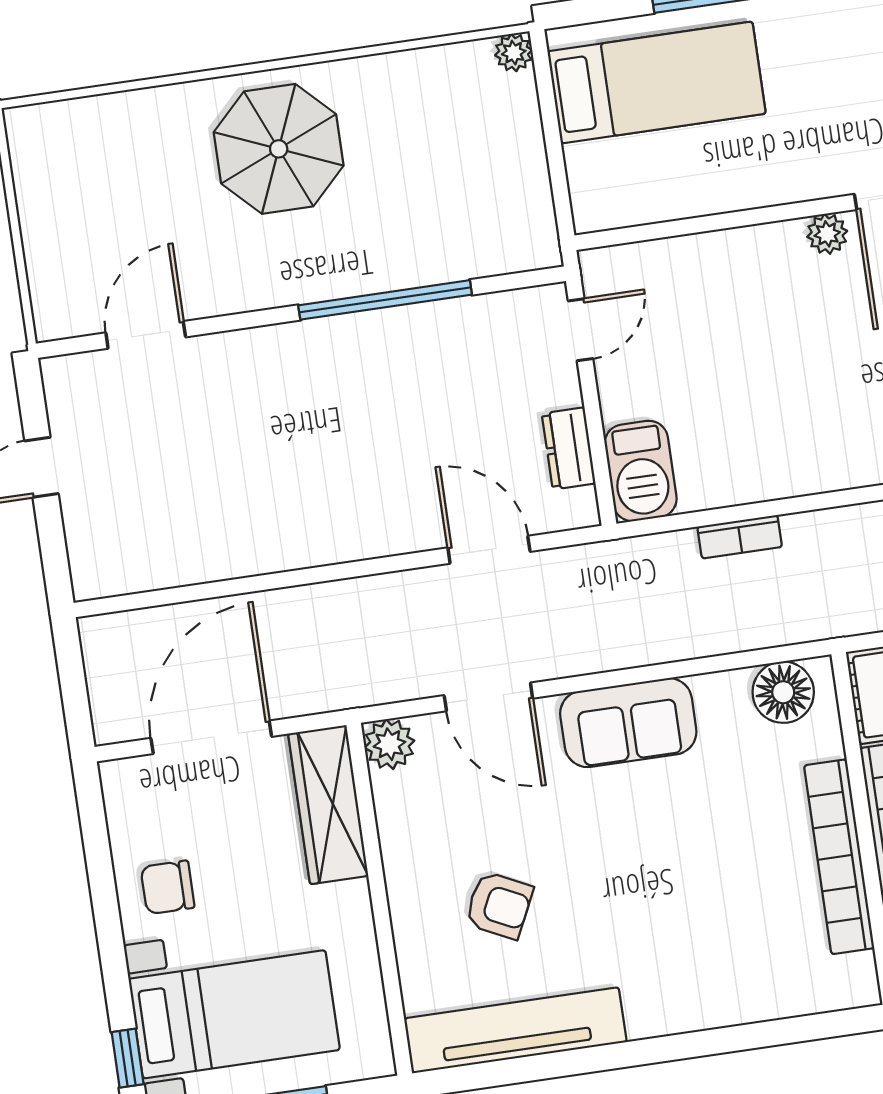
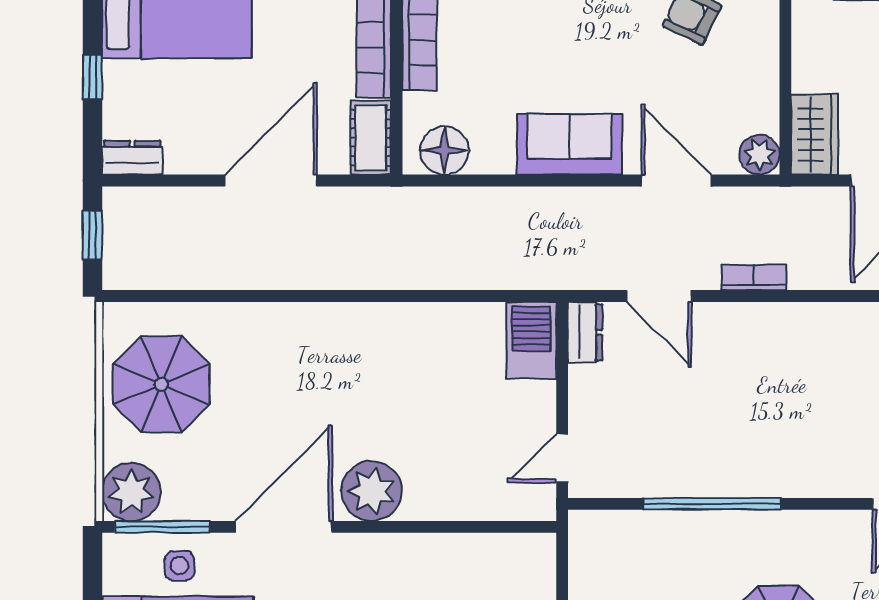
plant: (827, 234) -> (372, 491), width x1.88, depth x1.88
dresser: (569, 448) -> (585, 332), moved
bookcase: (740, 537) -> (754, 277), moved
wardrobe: (328, 805) -> (814, 134), width x0.67

